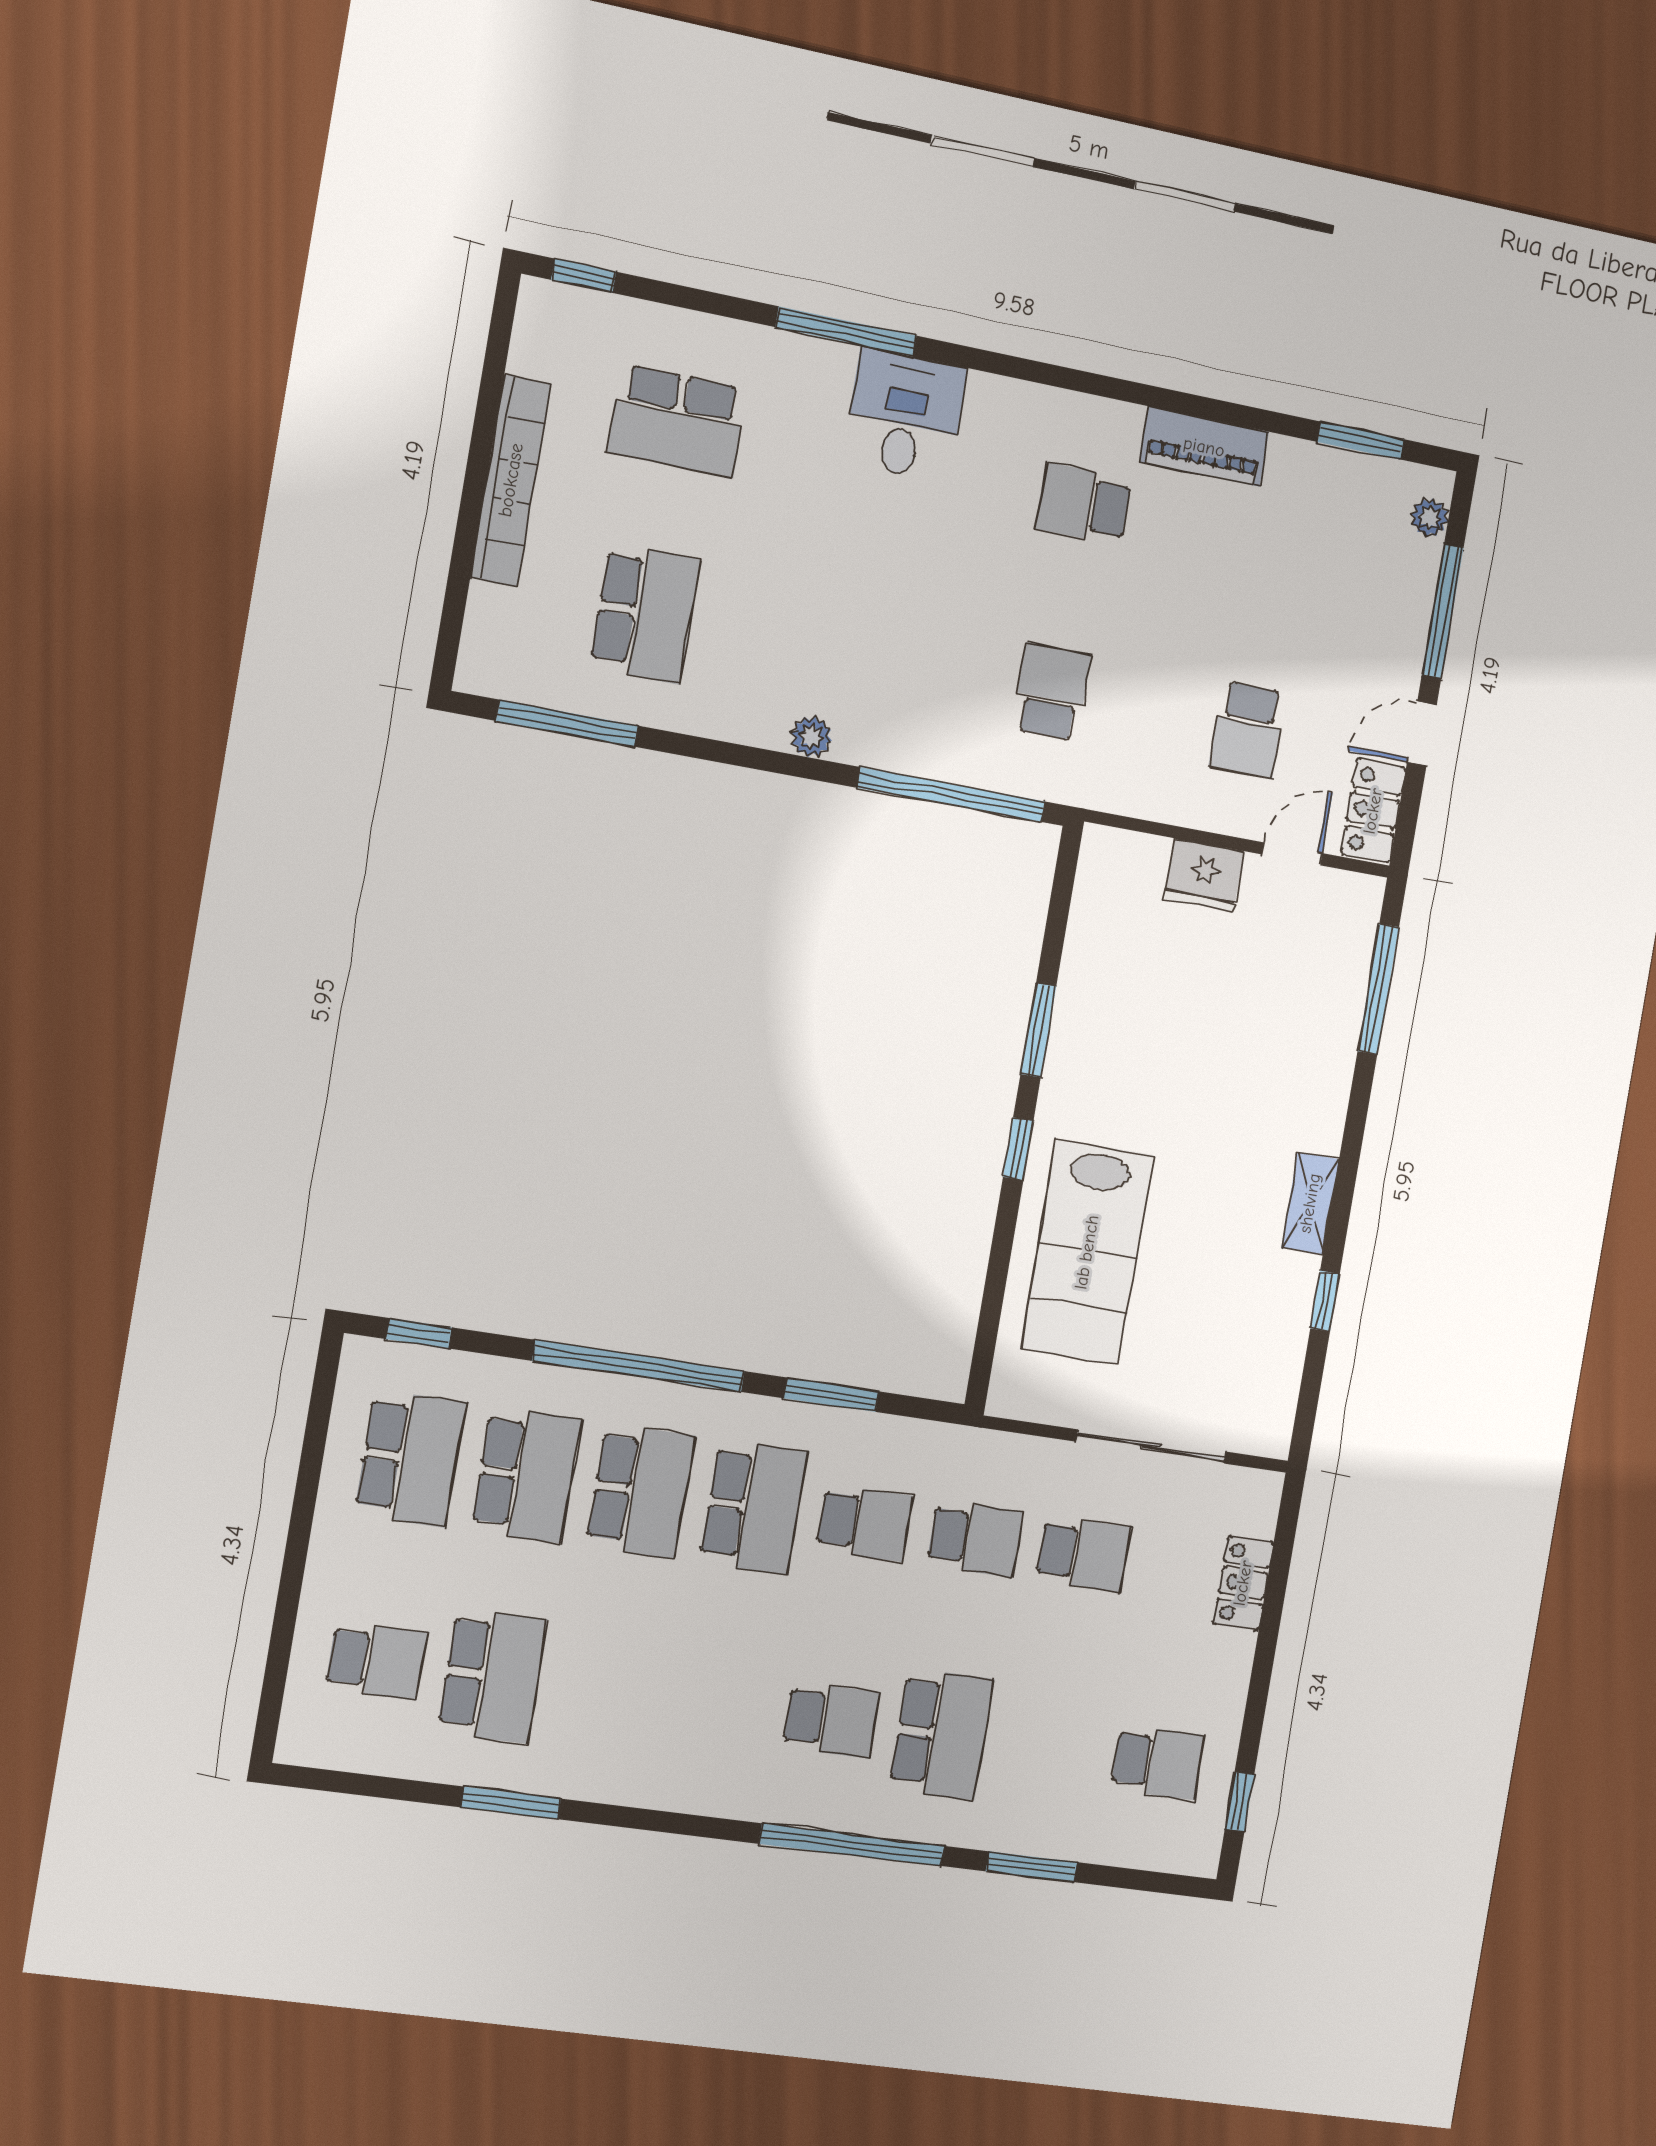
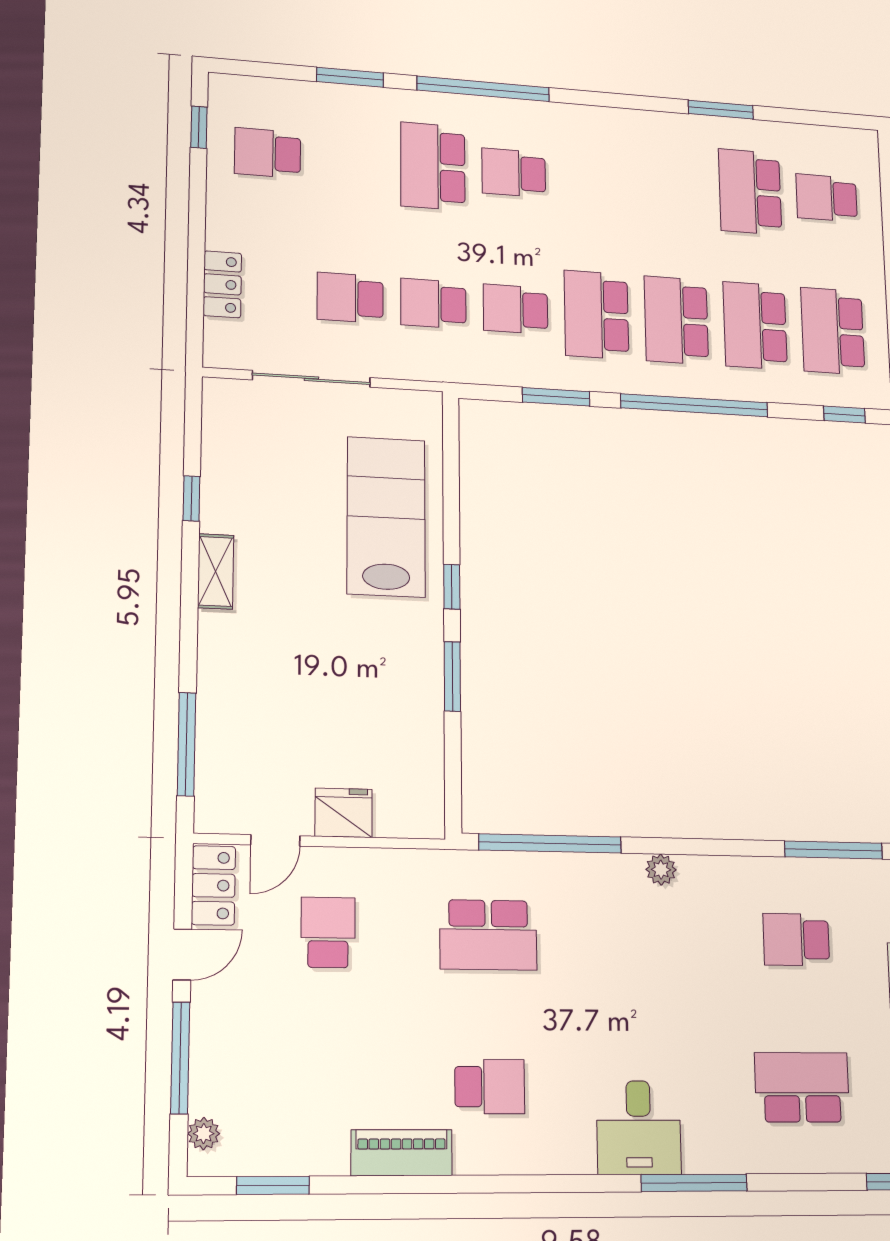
school desk: (645, 613) -> (796, 940), width x0.54
school desk: (1051, 692) -> (488, 935), width x1.85

